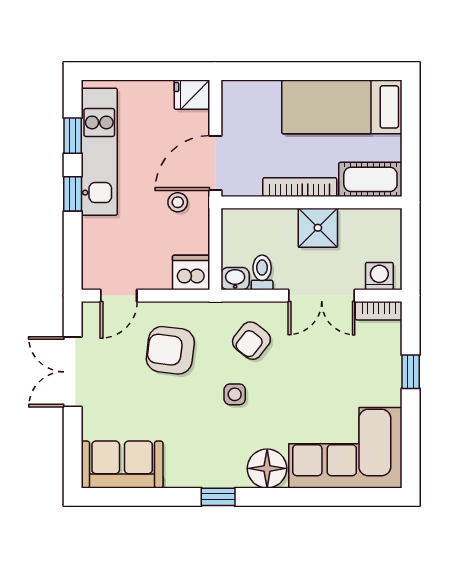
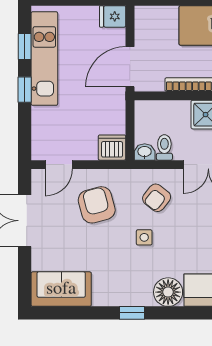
stool: (178, 202) -> (102, 96), removed
armchair: (170, 350) -> (97, 205), turned 68

